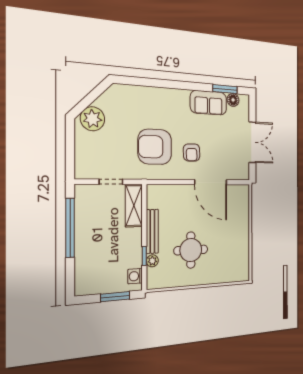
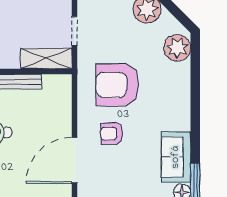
plant: (125, 95) -> (177, 48), added
armchair: (155, 147) -> (117, 85), turned -90

